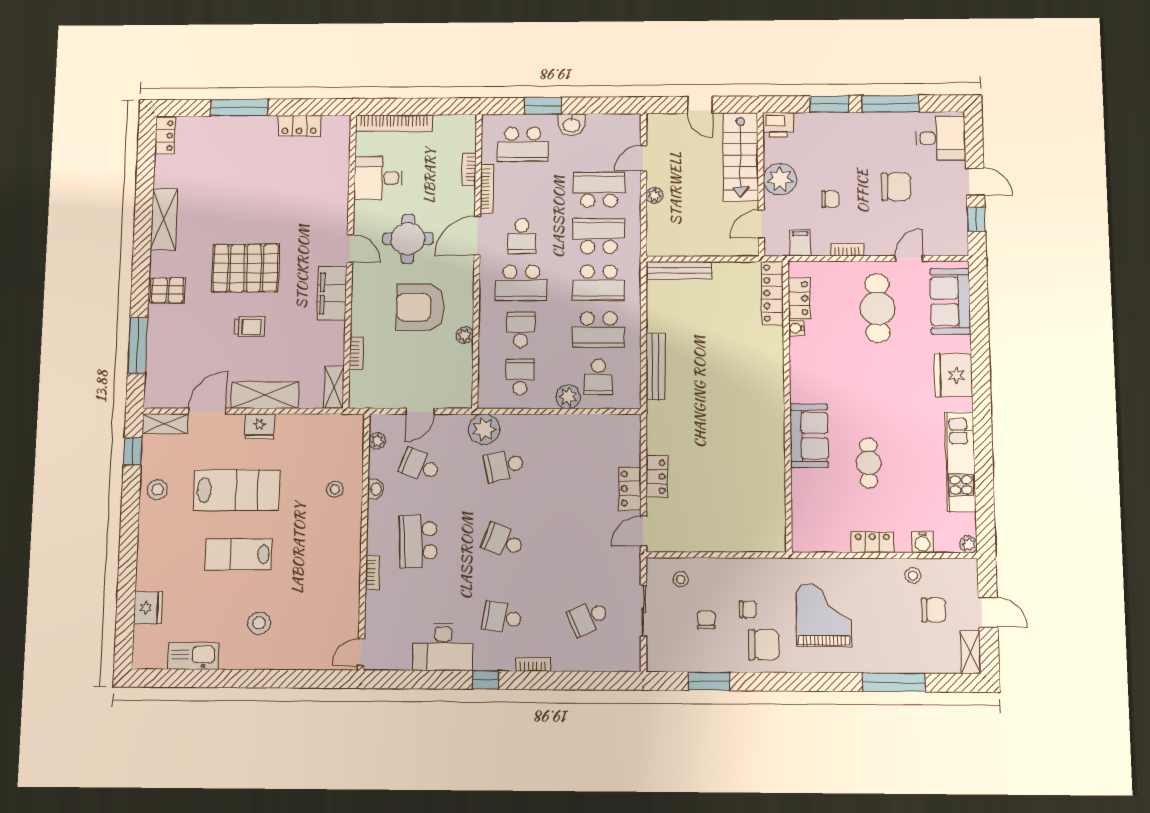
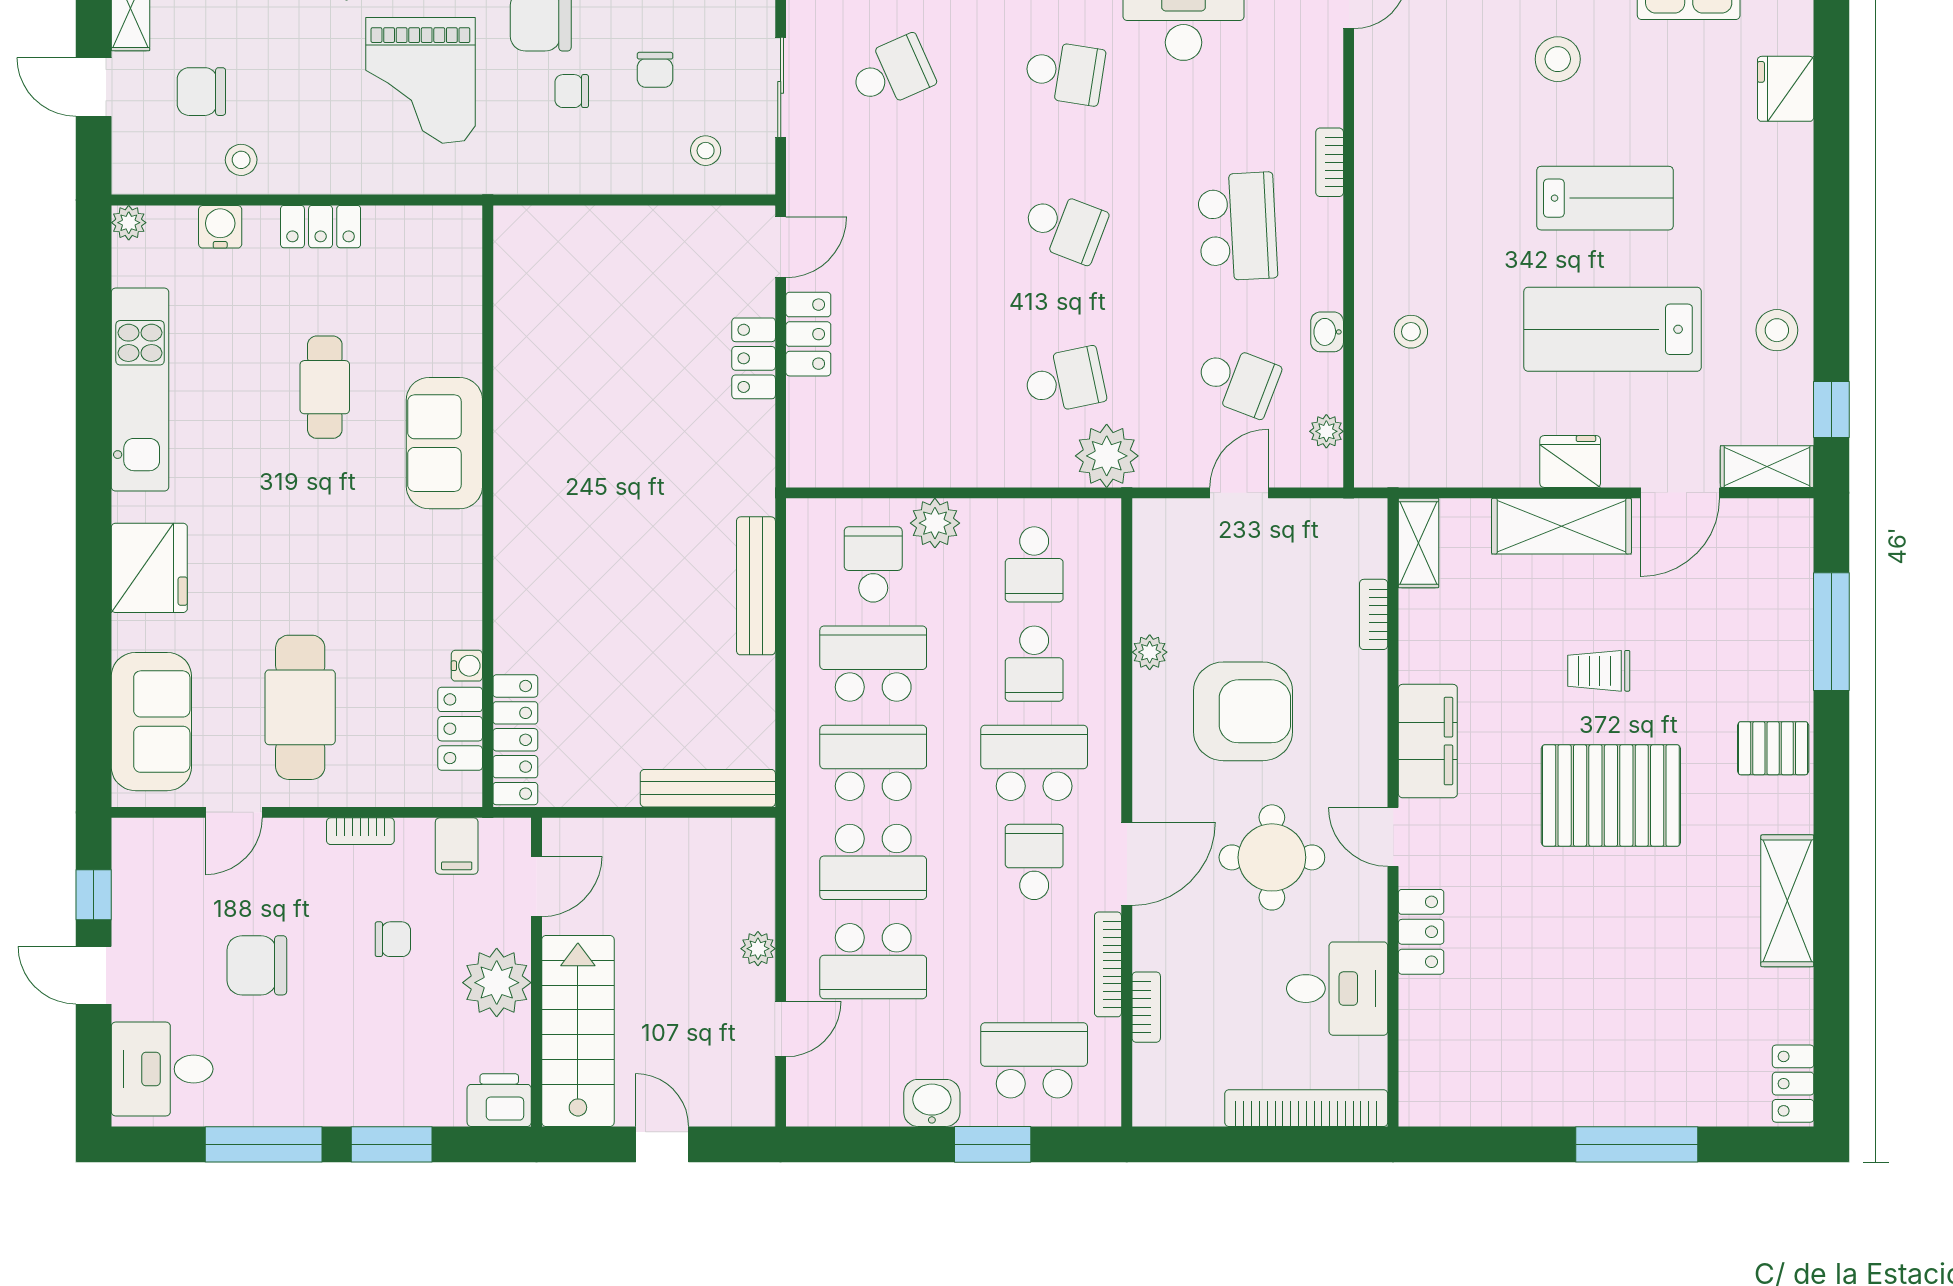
locker: (299, 126) -> (1421, 932), moved, turned 90
chair: (830, 199) -> (393, 939), turned 180

